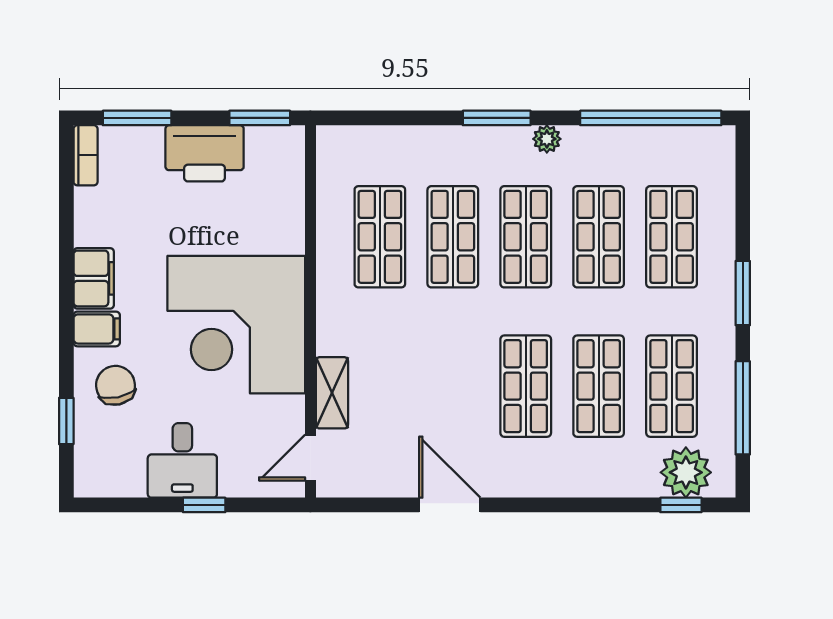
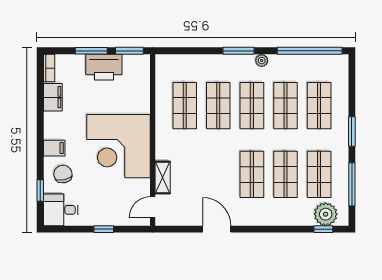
window: (137, 118) -> (91, 51), moved
filing cabinet: (94, 278) -> (53, 97), moved
desk: (182, 460) -> (61, 210), moved, turned 90

